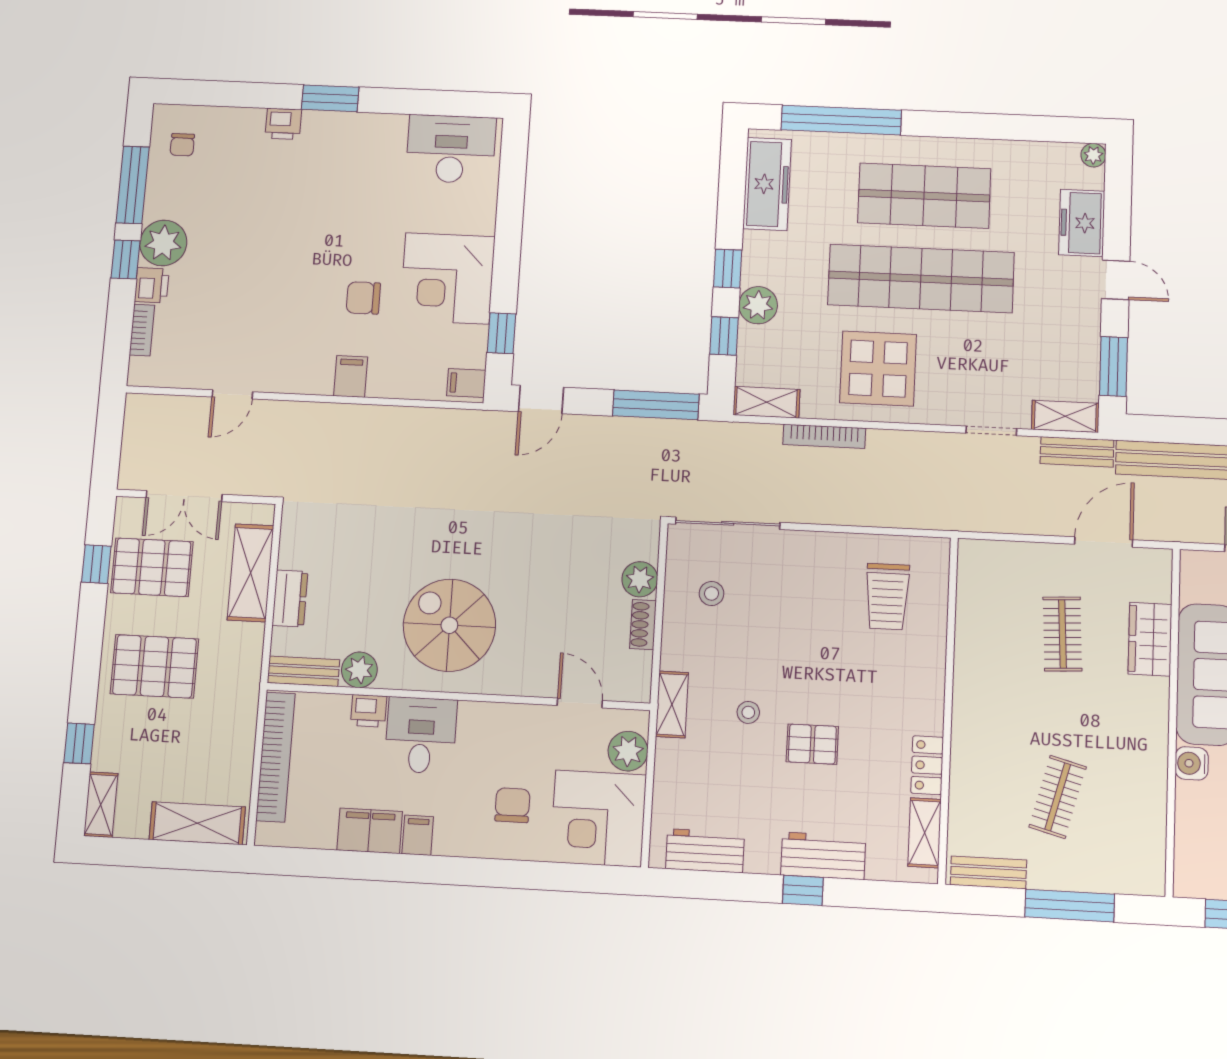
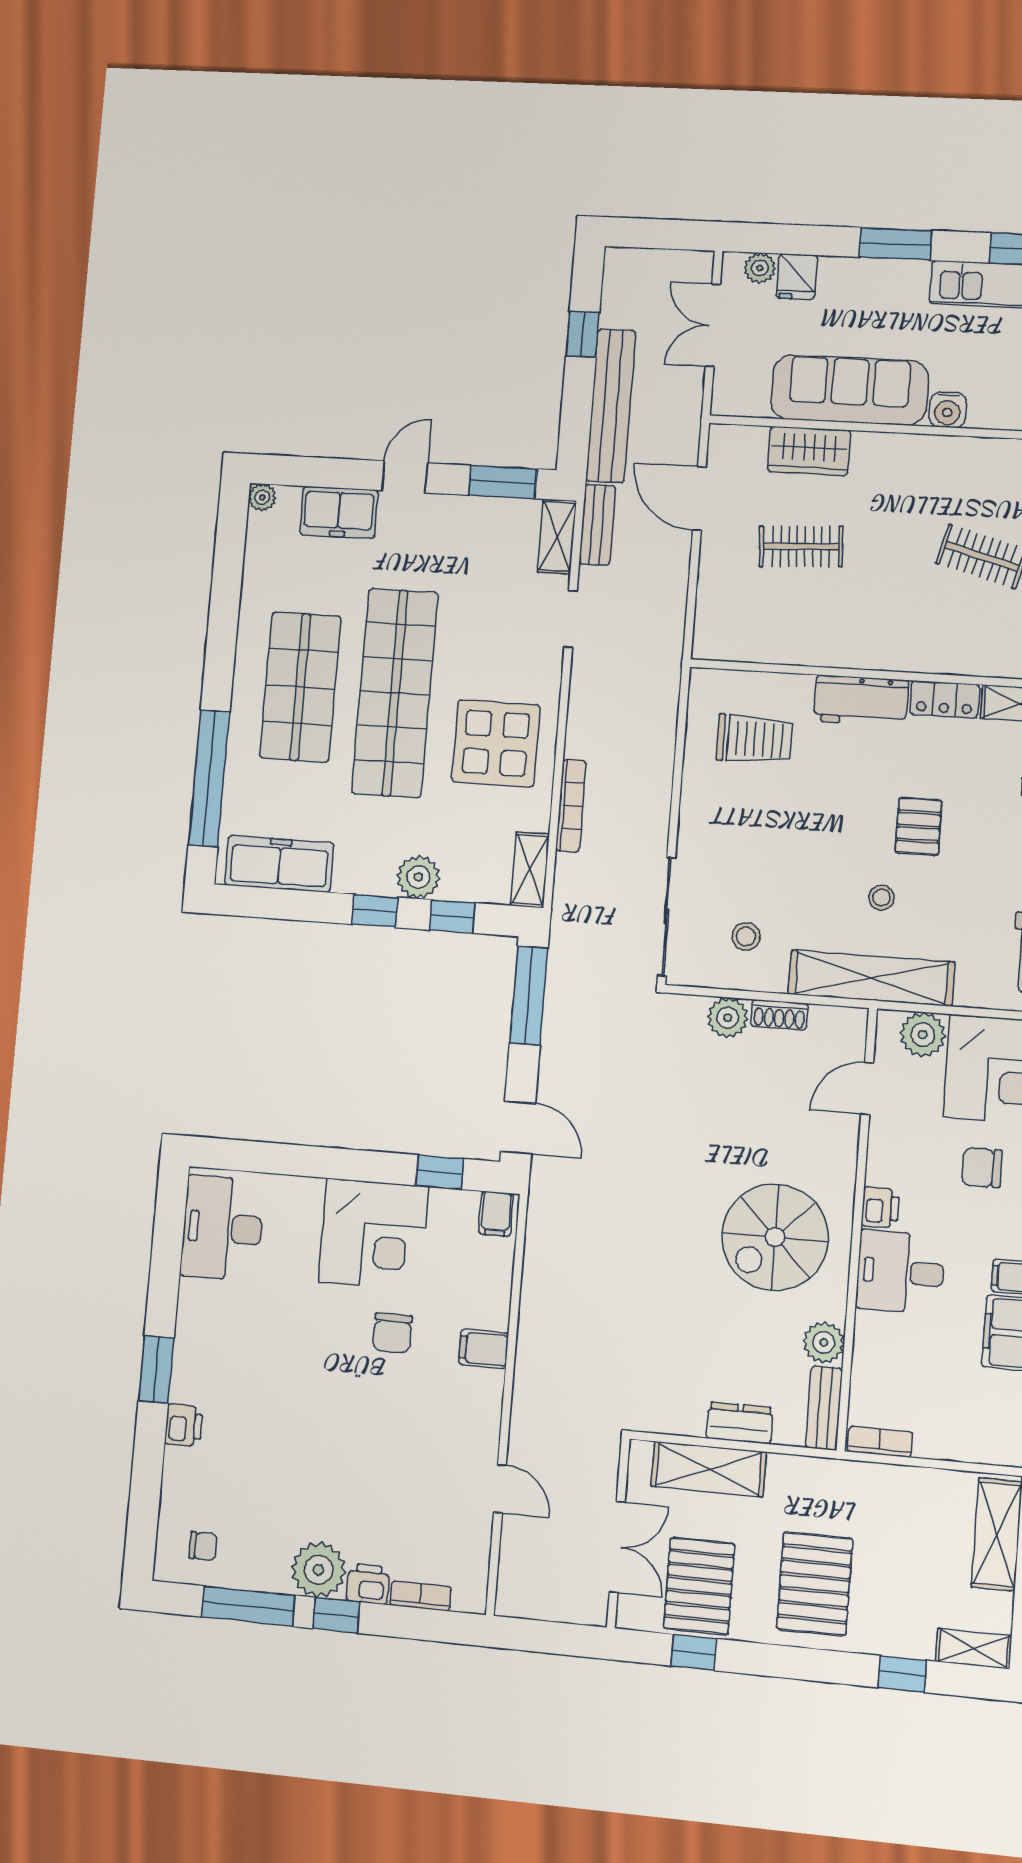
workbench: (924, 691) -> (861, 701), added
shelving: (672, 704) -> (871, 978), width x2.20, depth x1.33
printer: (369, 711) -> (880, 1208), moved
bookcase: (276, 757) -> (880, 1442), width x0.43, depth x0.76

